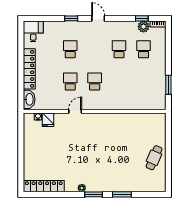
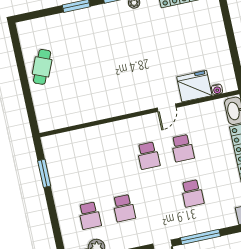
window: (71, 18) -> (200, 237), width x2.17
fridge: (48, 120) -> (194, 86), width x1.88, depth x1.34

